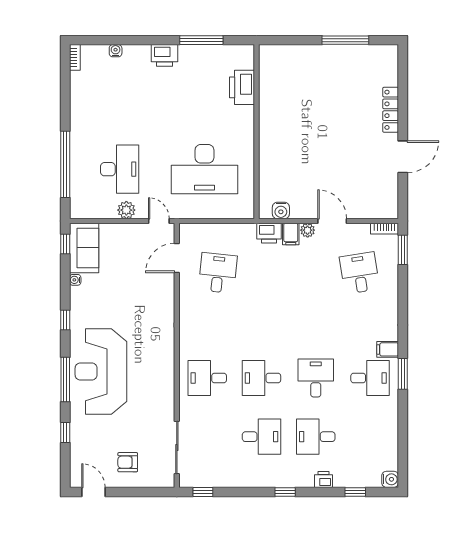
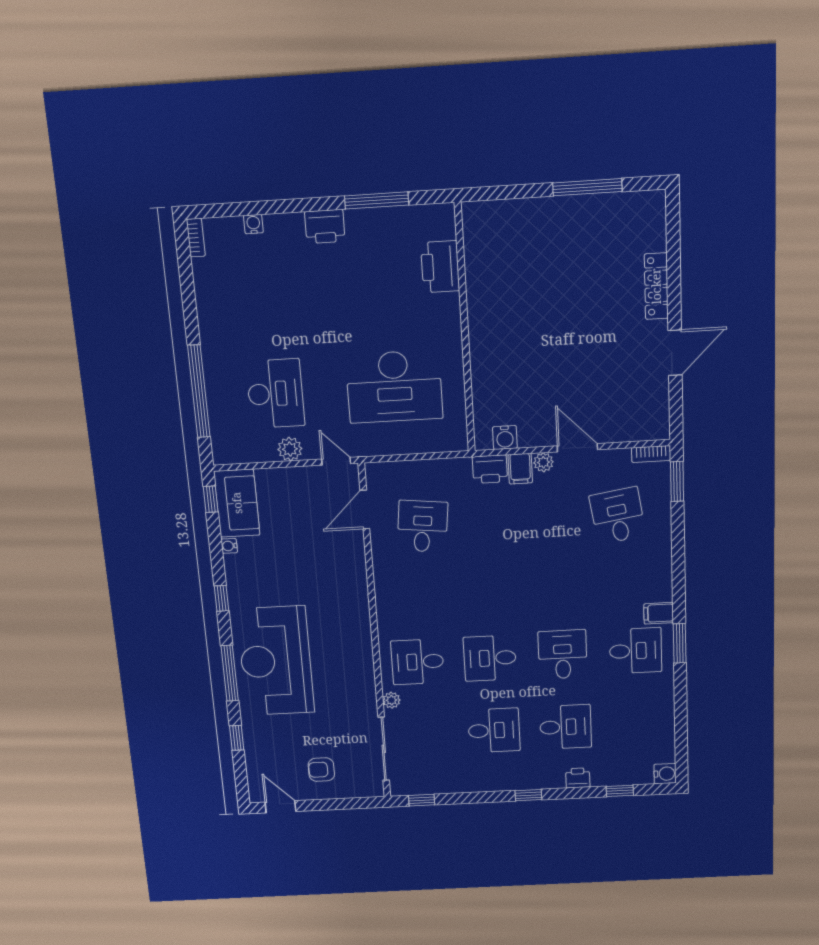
plant: (186, 408) -> (392, 700), added
desk: (316, 437) -> (566, 727), turned 180

